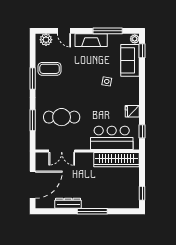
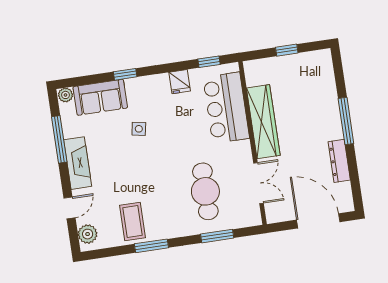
window: (142, 51) -> (125, 74), moved
wardrobe: (117, 160) -> (263, 122), moved
window: (142, 193) -> (287, 50), moved

